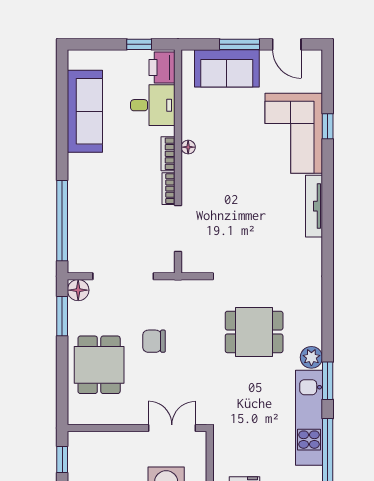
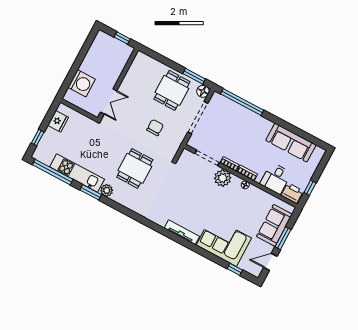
window: (328, 126) -> (235, 269), moved
plant: (196, 188) -> (223, 178), added
chair: (154, 341) -> (155, 128), moved
dining table: (99, 365) -> (172, 90), moved, turned 90

